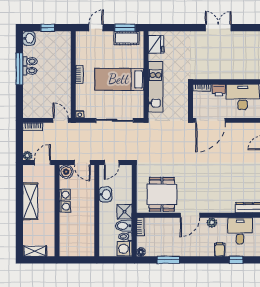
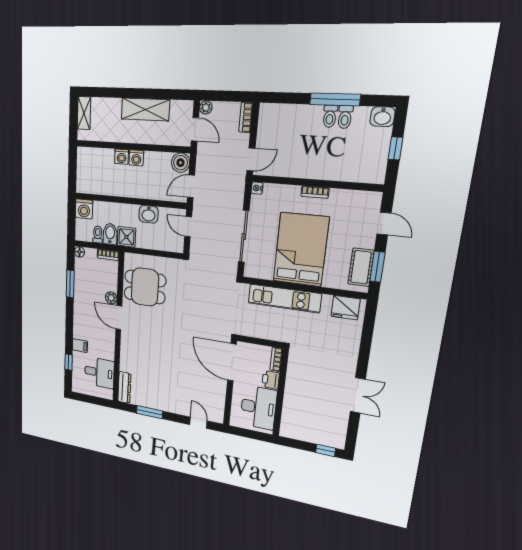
bed: (119, 79) -> (301, 249), width x1.50
washing machine: (65, 195) -> (122, 157), moved
plant: (212, 223) -> (111, 298), moved
washing machine: (125, 249) -> (84, 209), moved, turned 180

